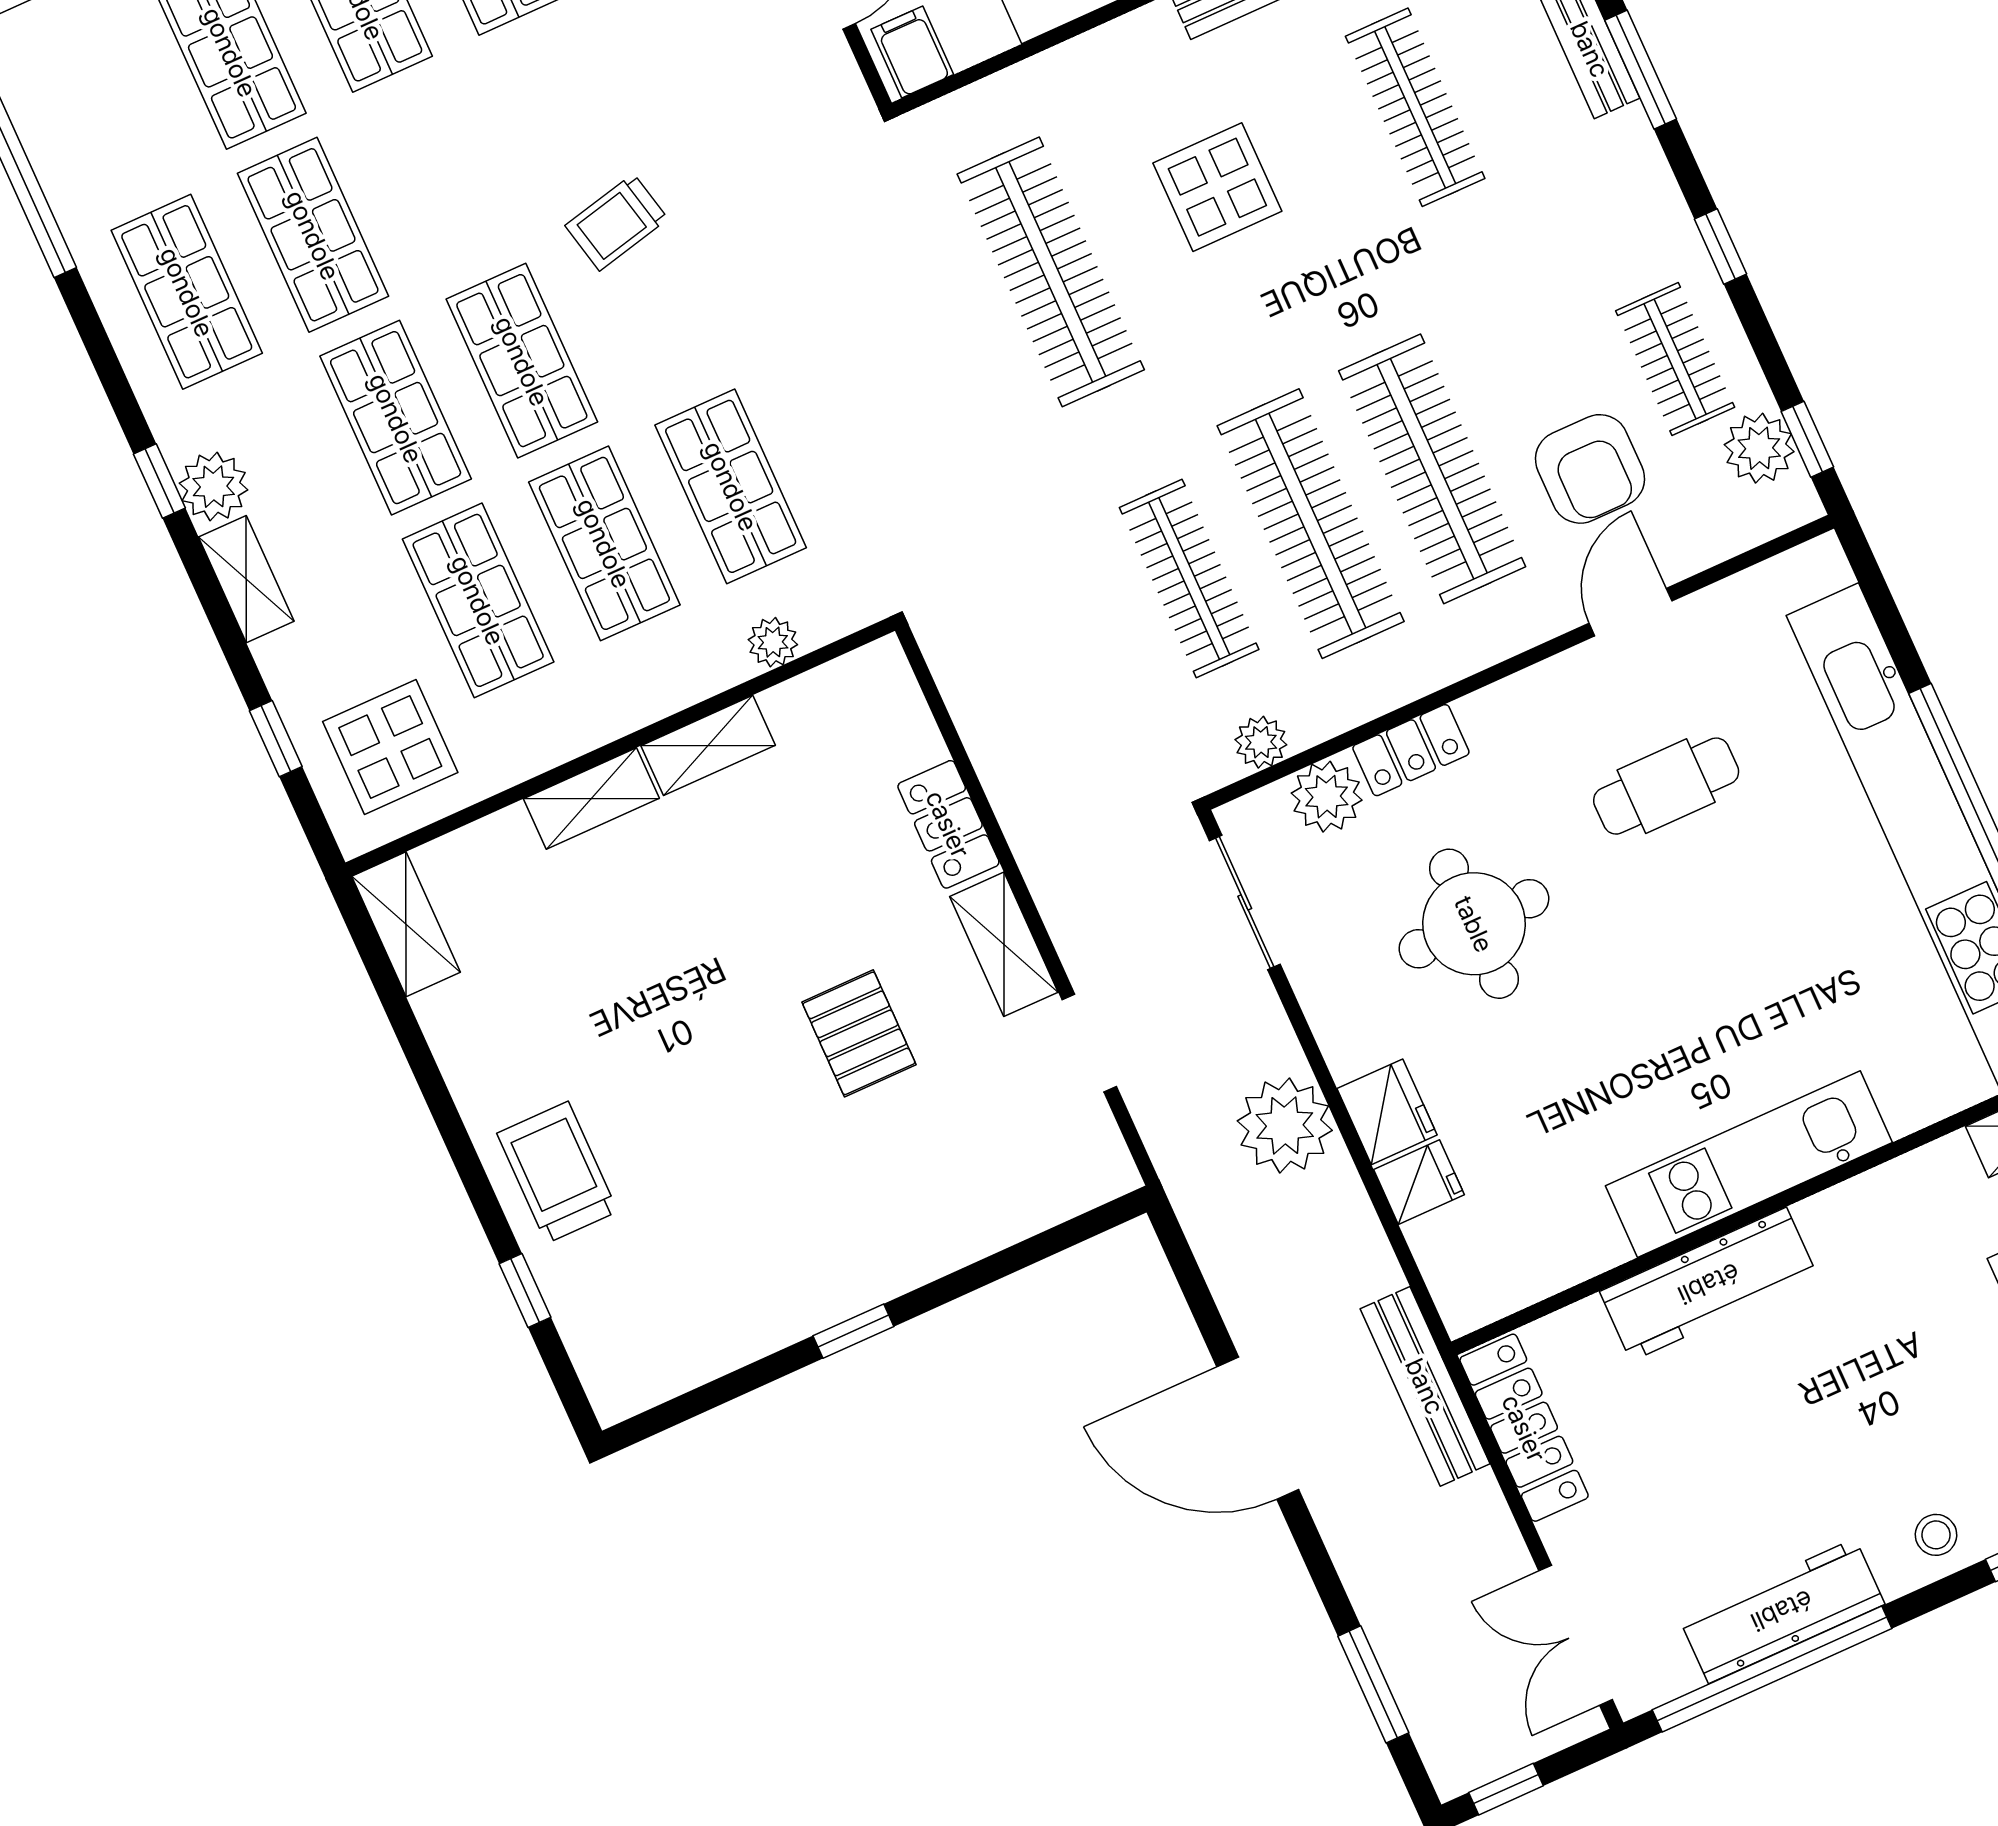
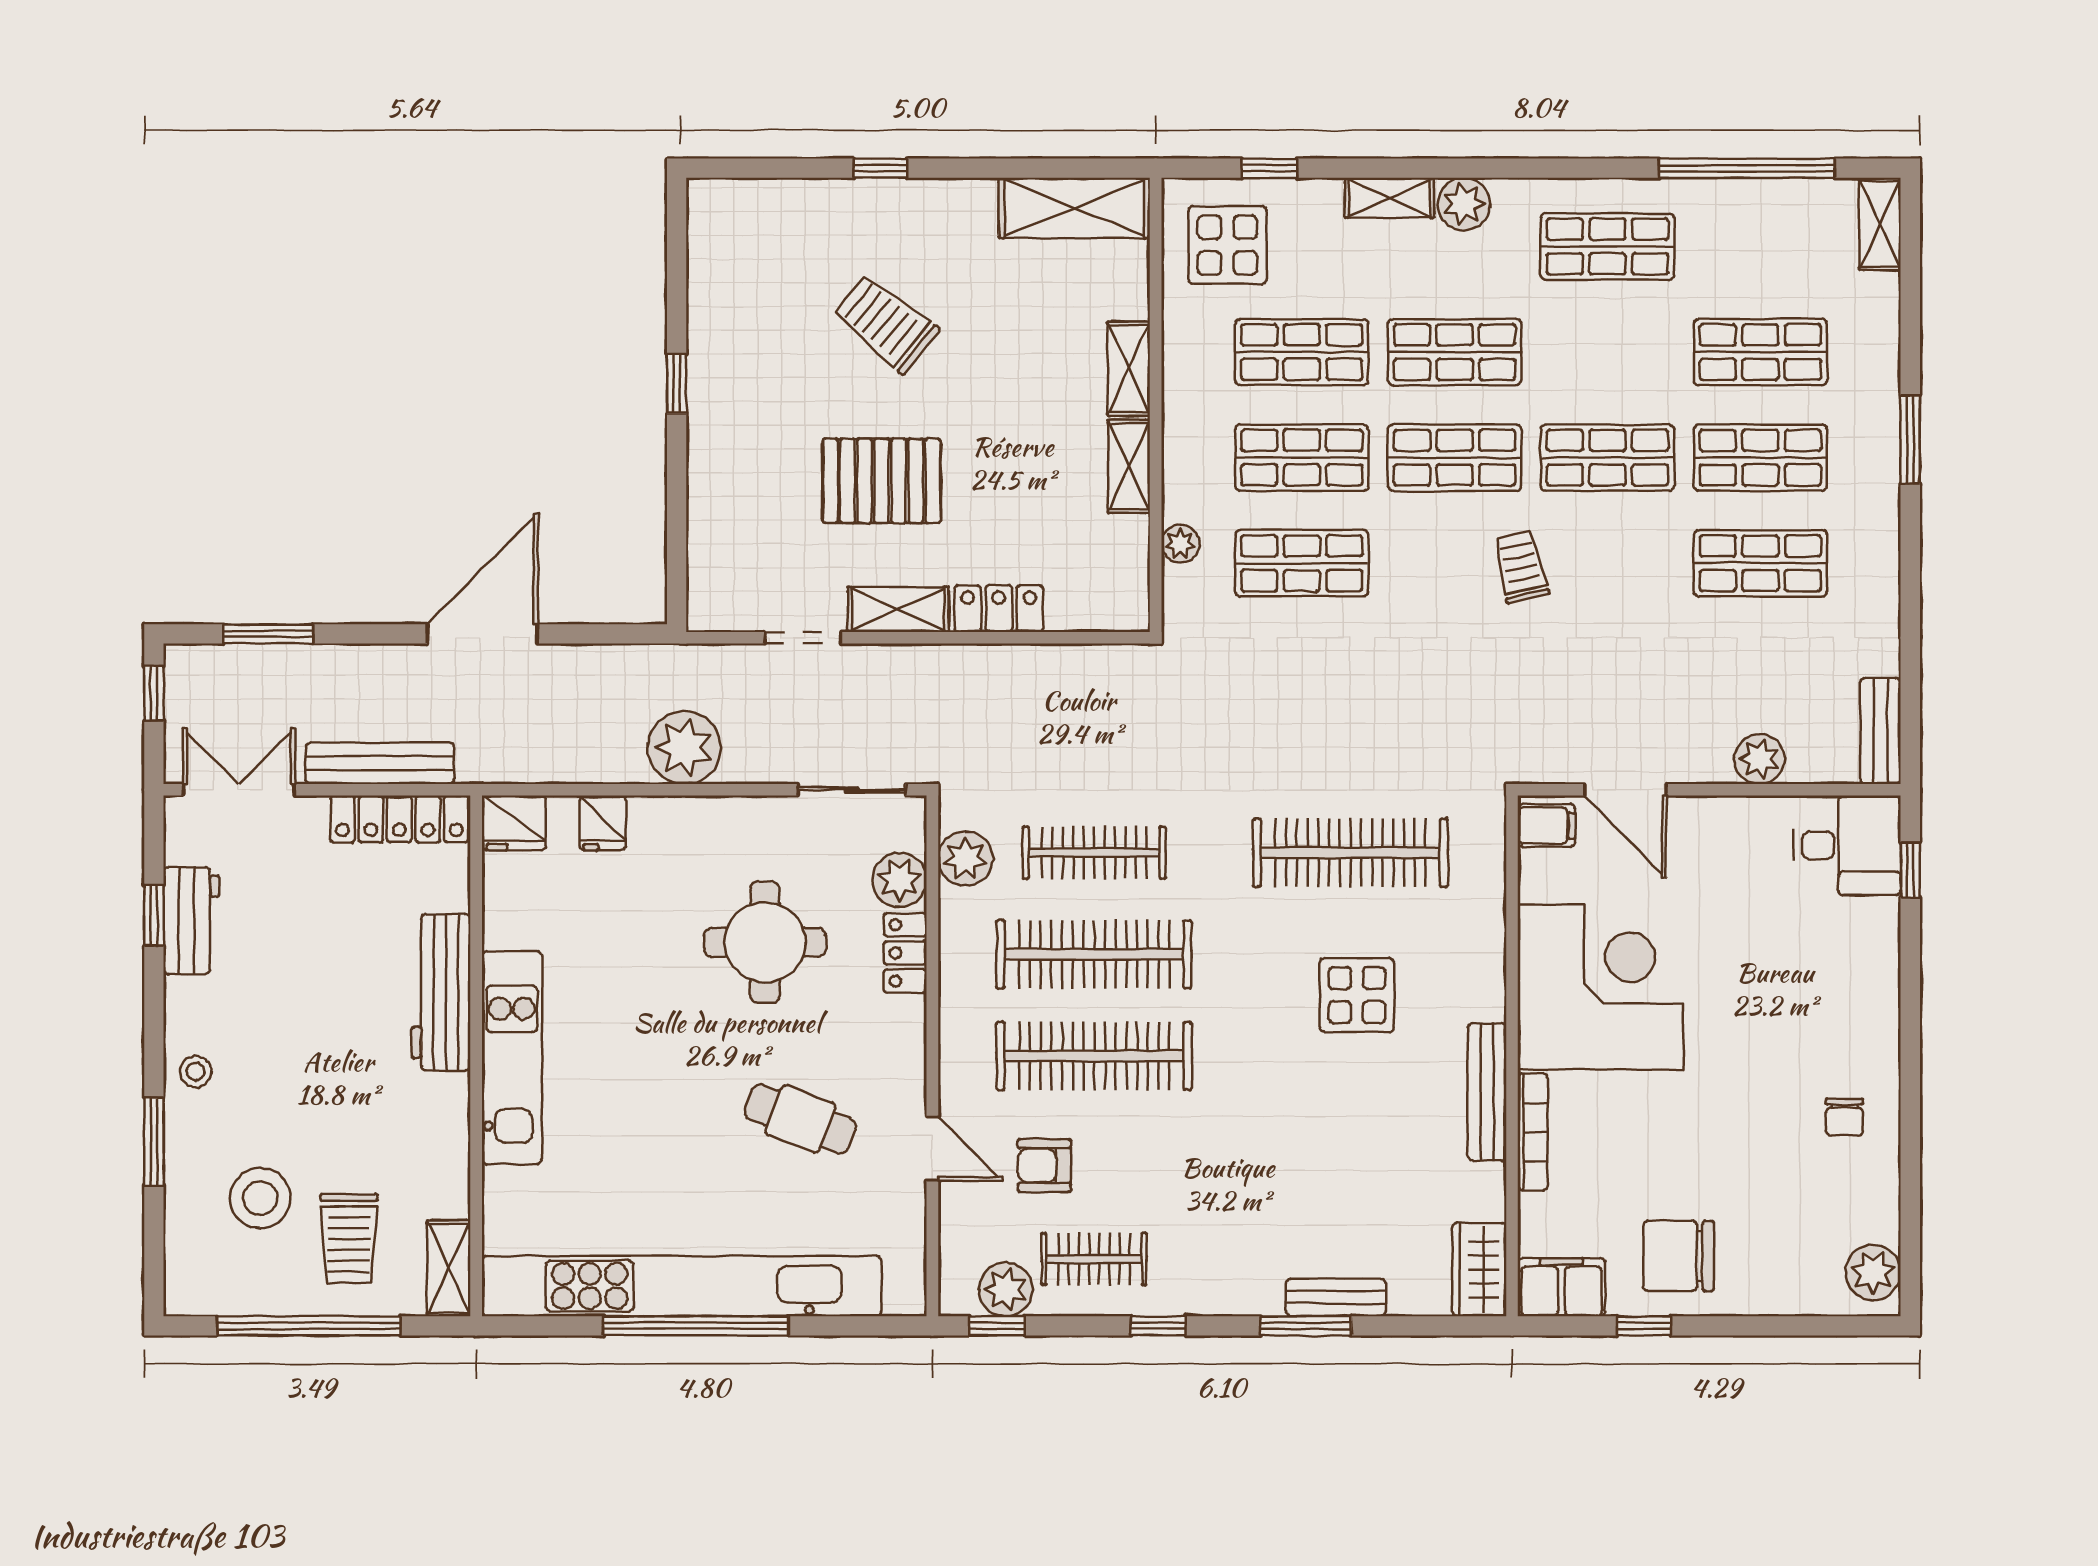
clothes rail: (1415, 107) -> (1350, 1157), removed
shop shelf: (313, 235) -> (1607, 458), moved
armchair: (1590, 469) -> (1044, 1165), width x0.72, depth x0.72
window: (159, 481) -> (1485, 168), removed
plant: (1261, 742) -> (965, 859), width x1.38, depth x1.38
cafe table: (1666, 786) -> (800, 1119), turned -69
shelving: (406, 924) -> (1074, 208), width x1.50, depth x1.33
pallet: (859, 1033) -> (882, 481), width x1.50, depth x1.42
fridge: (1387, 1112) -> (514, 823), moved
trolley: (557, 1172) -> (886, 323), moved, turned -141
window: (525, 1291) -> (881, 168), moved
bench: (1425, 1386) -> (380, 763), moved
workbench: (1782, 1611) -> (191, 920), width x0.73
window: (1772, 1669) -> (154, 916), width x0.32

